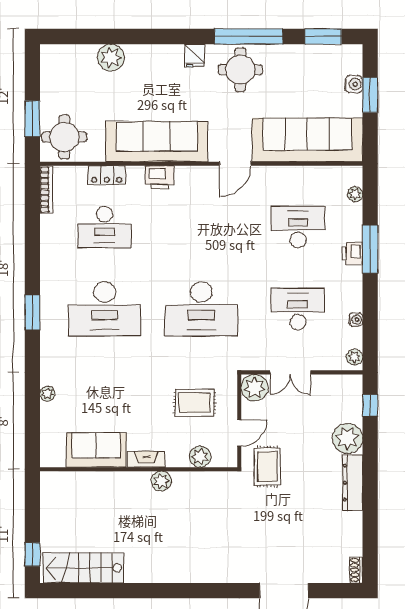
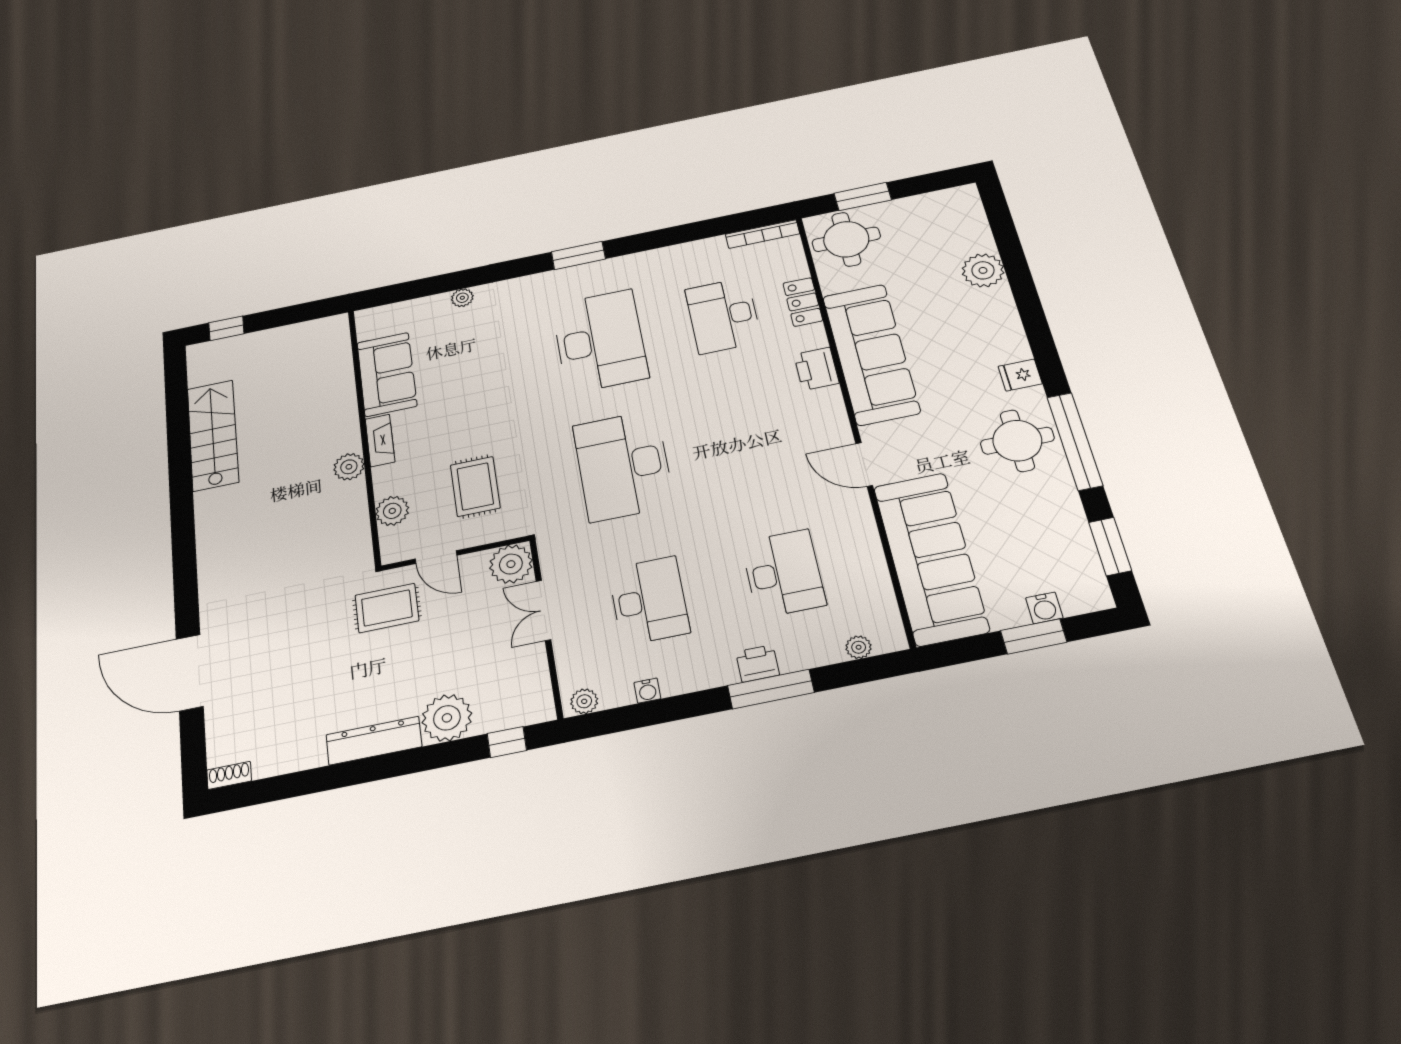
desk: (105, 309) -> (600, 341), turned 180
stairs: (83, 568) -> (213, 435), moved

